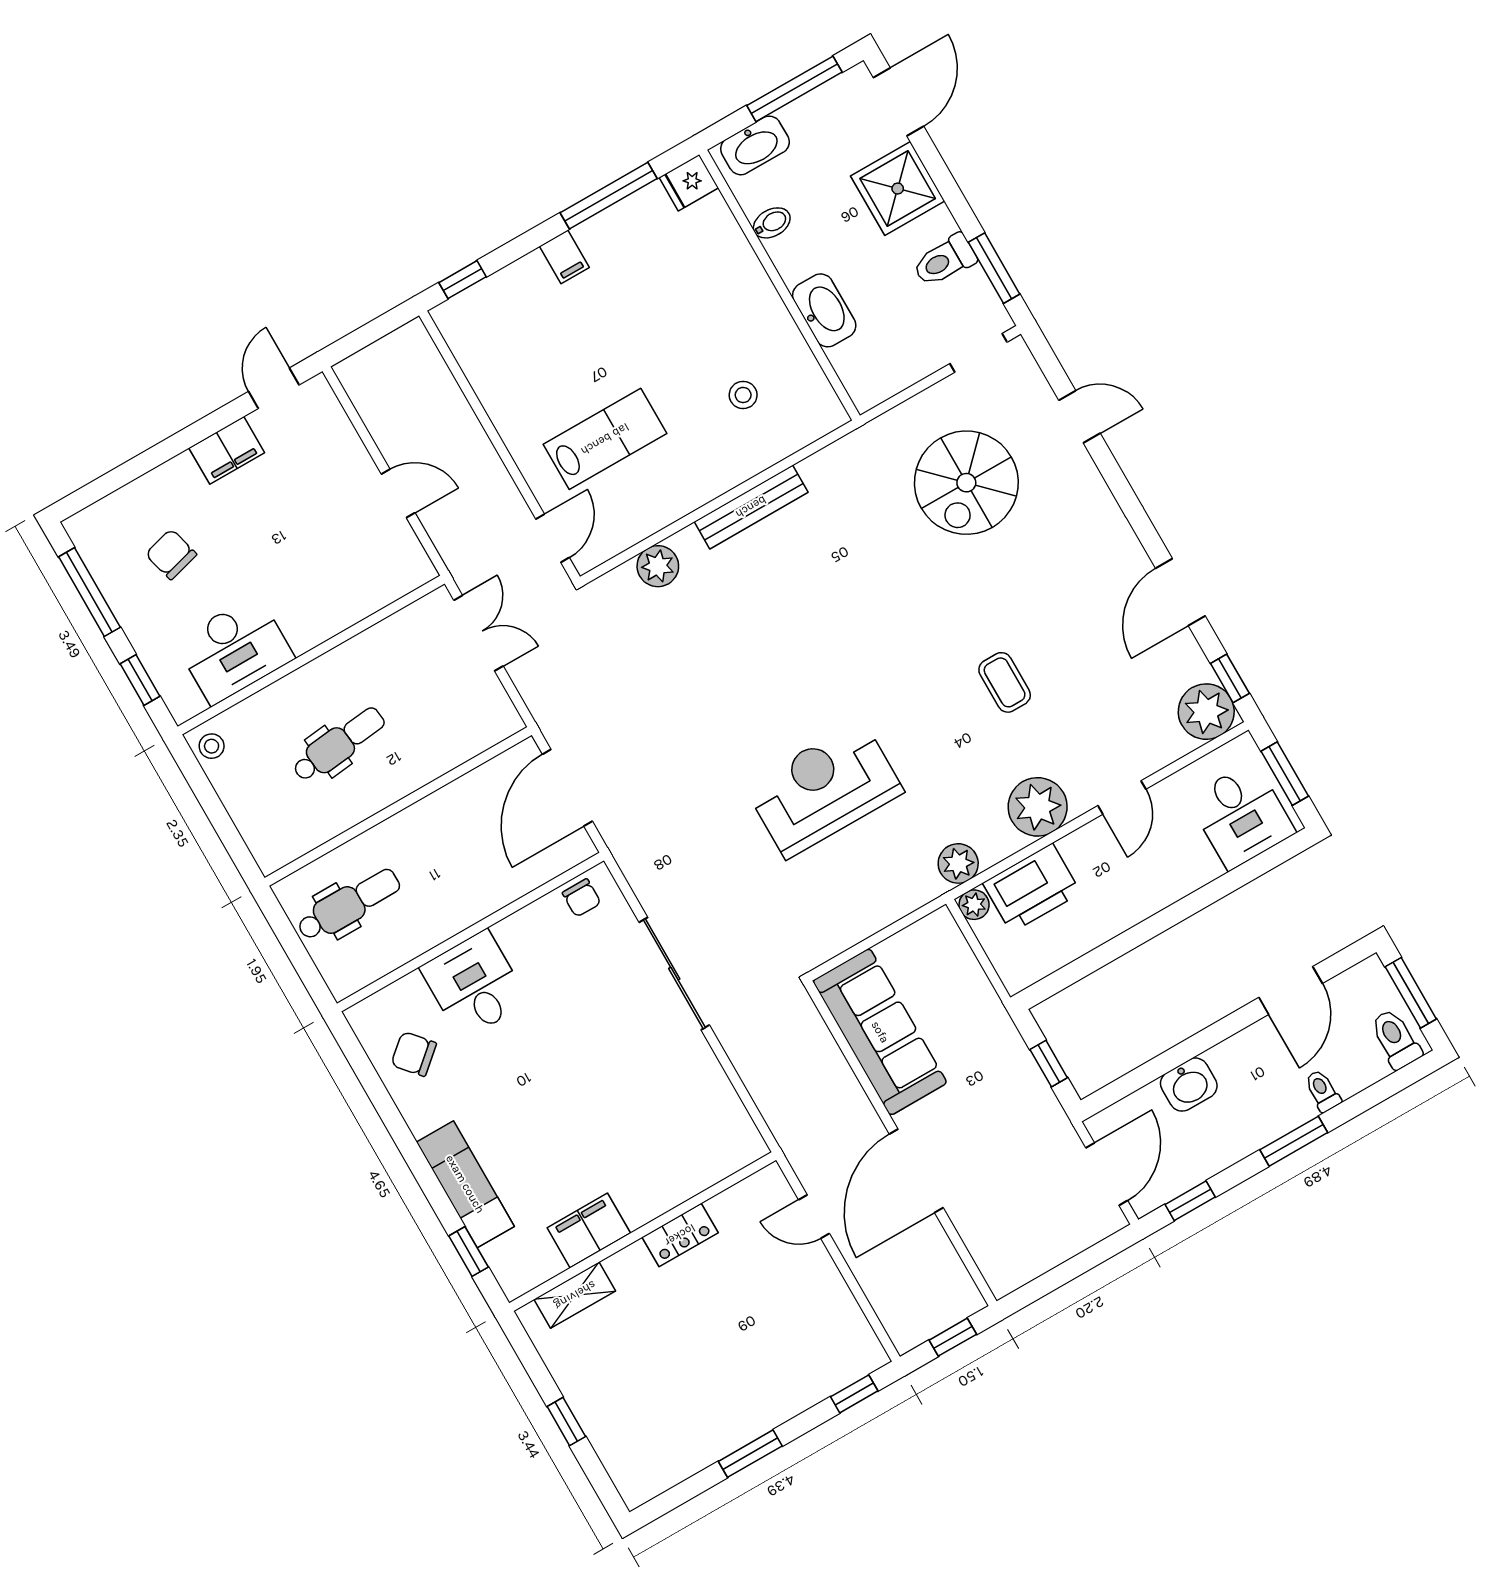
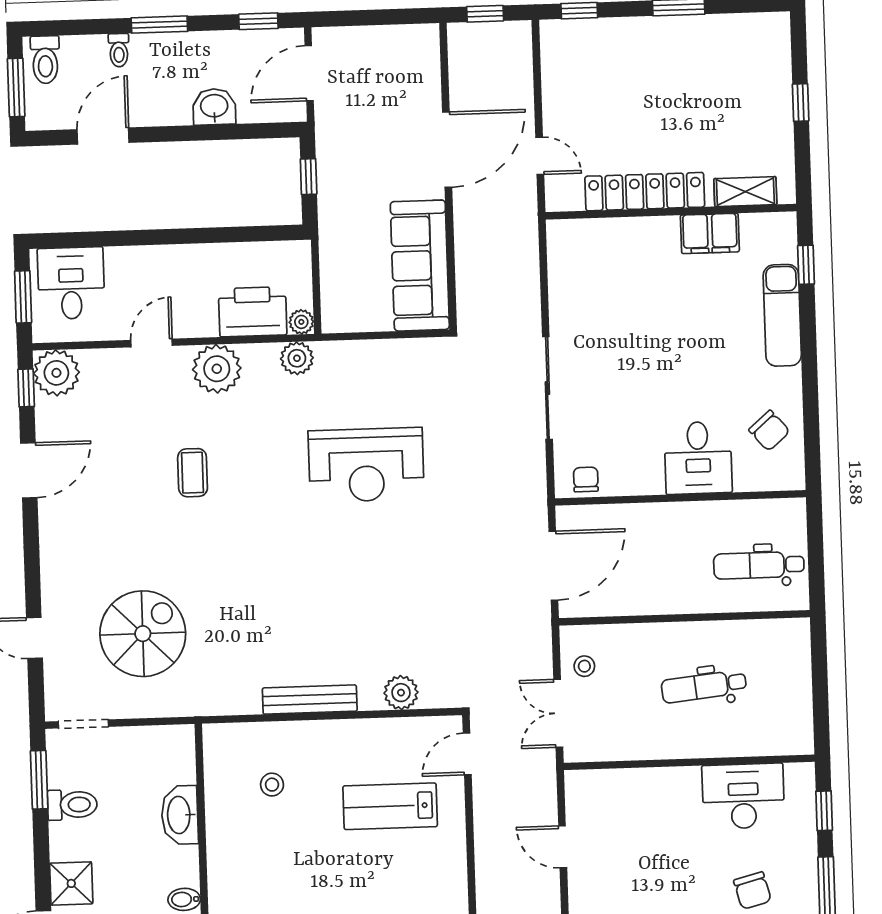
shower: (898, 189) -> (71, 883), width x0.73, depth x0.73
stool: (212, 746) -> (584, 666), moved
locker: (680, 1235) -> (645, 192), width x2.16, depth x1.21

